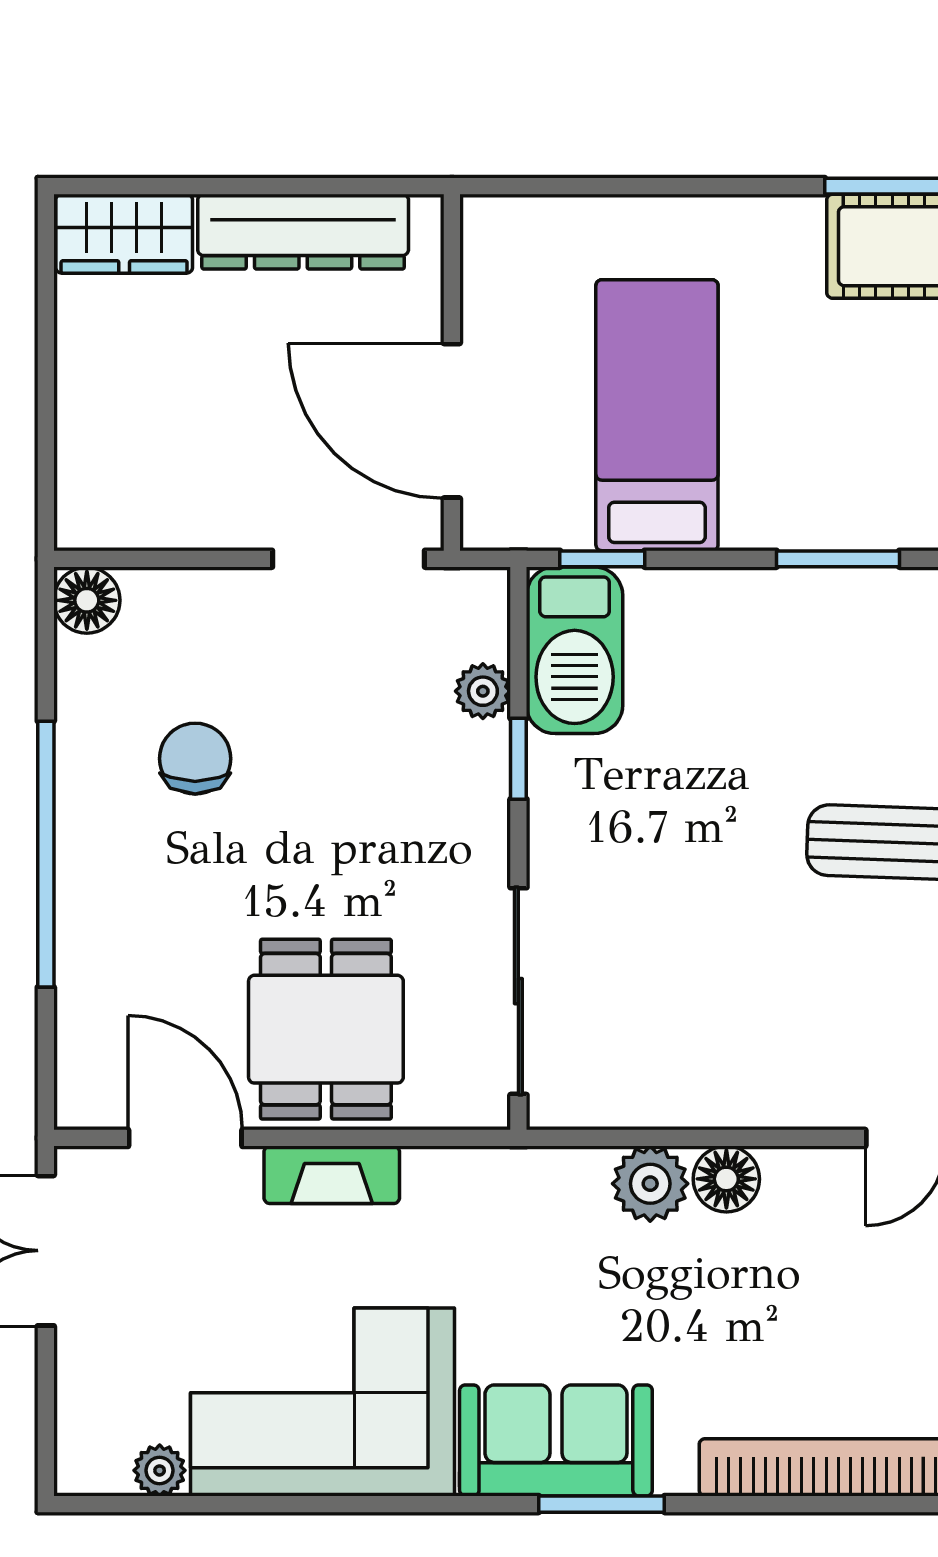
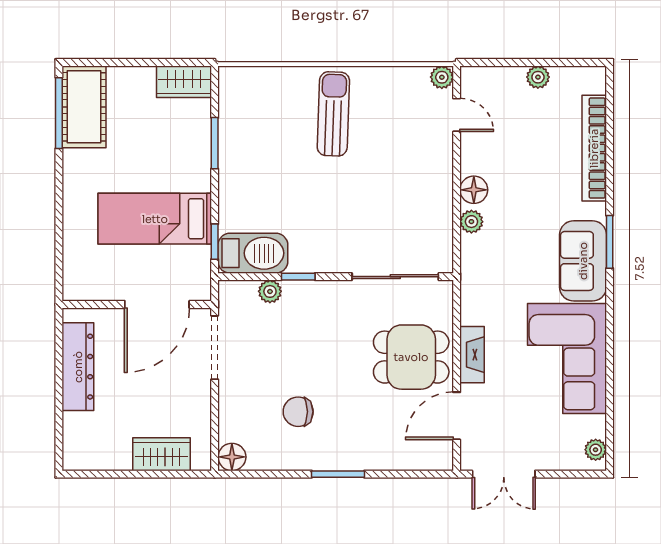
wardrobe: (124, 234) -> (161, 454), moved, turned -90
window: (46, 854) -> (338, 474), width x0.47
plant: (650, 1184) -> (471, 222), width x0.73, depth x0.73
plant: (160, 1470) -> (596, 450), moved

